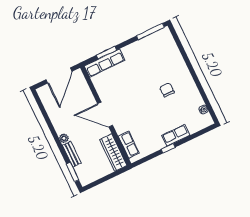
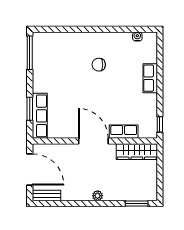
door: (105, 115) -> (93, 141), swing flipped
row of seats: (129, 145) -> (124, 132), moved
window: (168, 148) -> (160, 124), moved
bench: (72, 154) -> (46, 196), moved

